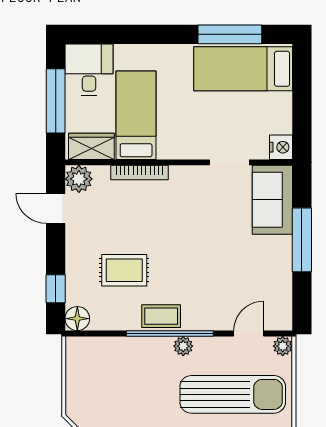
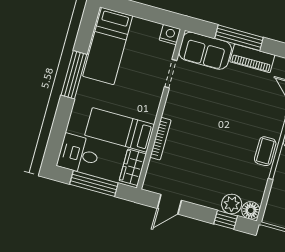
window: (230, 34) -> (74, 75), moved
plant: (79, 179) -> (232, 204), moved
piano: (280, 265) -> (252, 58), added
rug: (124, 270) -> (226, 168), removed

